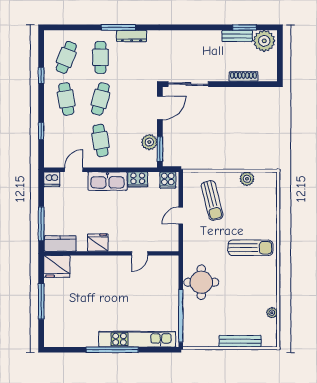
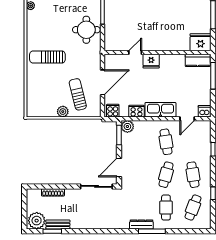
plant: (149, 142) -> (127, 126), moved
plant: (247, 179) -> (63, 112), moved
door: (181, 216) -> (103, 82), width x1.88
fridge: (98, 243) -> (151, 61), moved

